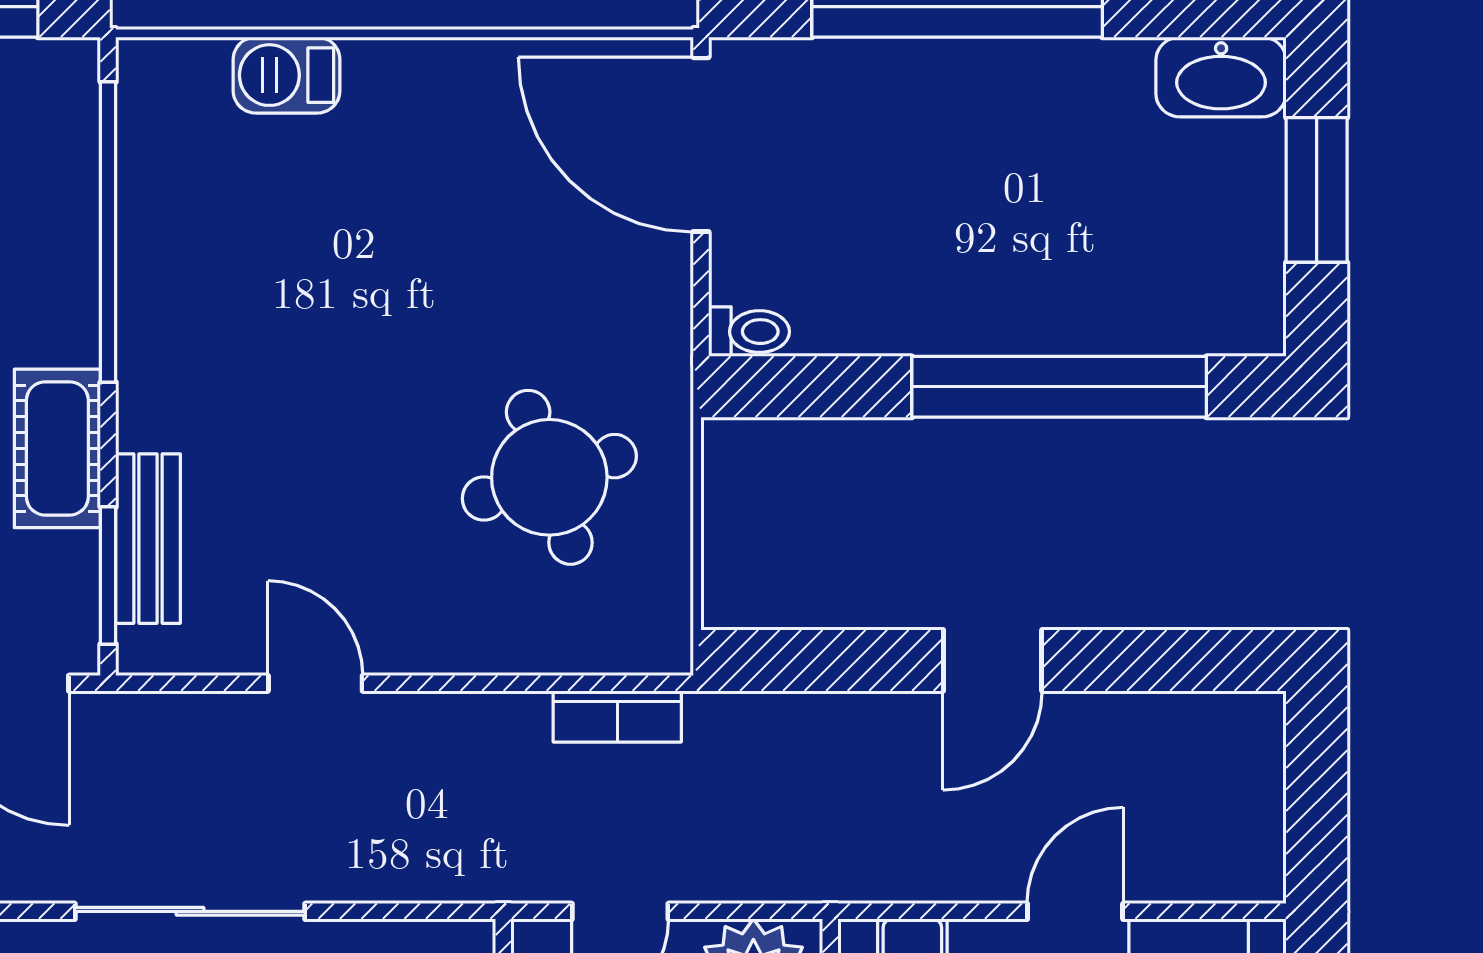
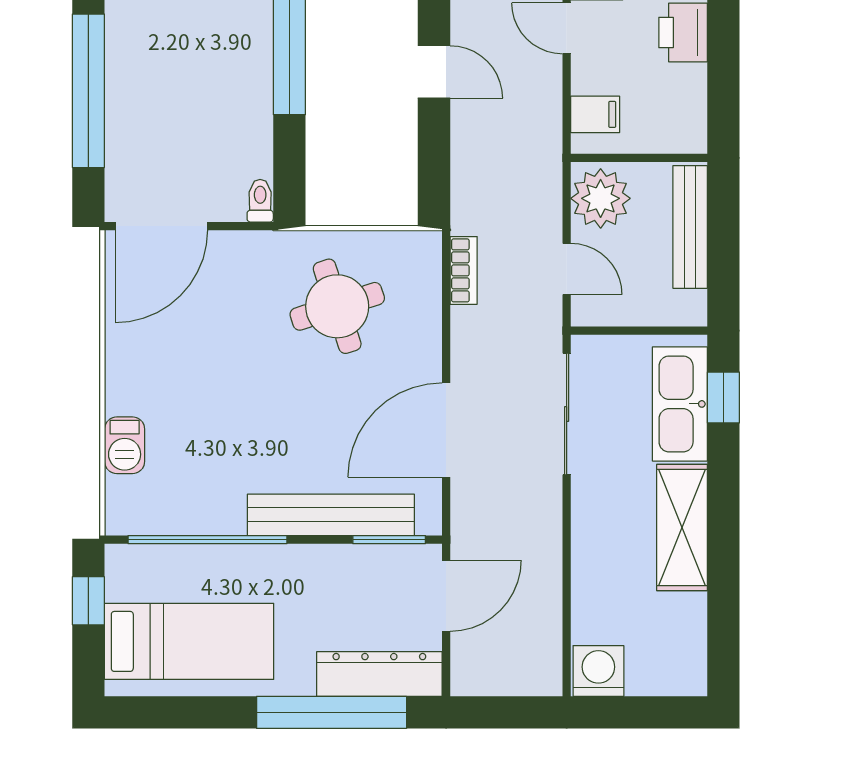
cot: (57, 448) -> (322, 566), removed
bench: (148, 539) -> (331, 515), width x1.86, depth x1.21
door: (315, 683) -> (446, 430), width x1.87
sliding door: (190, 911) -> (567, 414), moved

